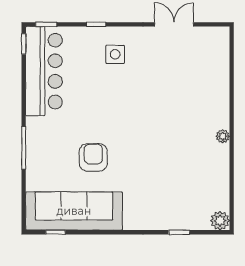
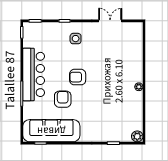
bar counter: (44, 71) -> (34, 74), moved
armchair: (119, 120) -> (78, 77), added

